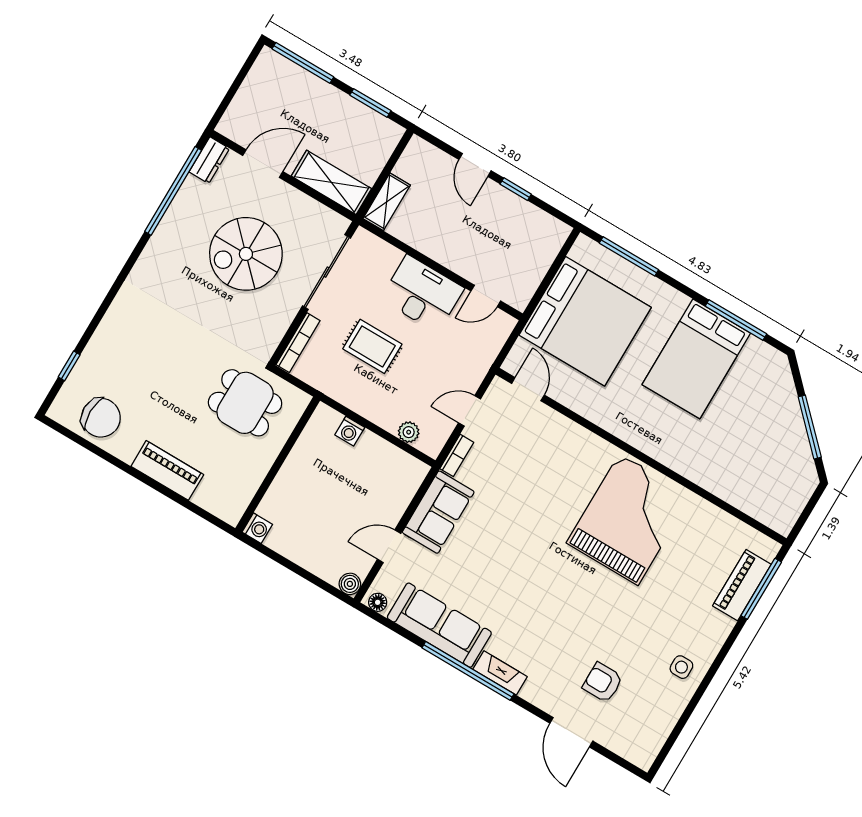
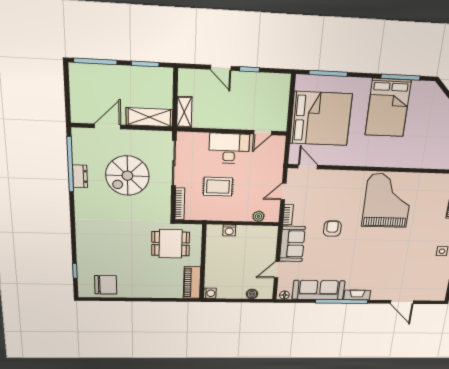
dresser: (209, 160) -> (80, 176), moved
piano: (167, 470) -> (192, 283), moved, turned -90
boiler: (350, 584) -> (252, 294), moved
armchair: (603, 682) -> (332, 229), moved, turned 90

